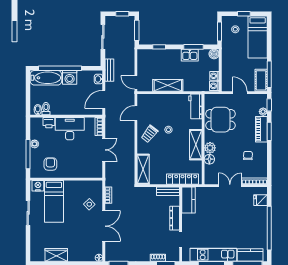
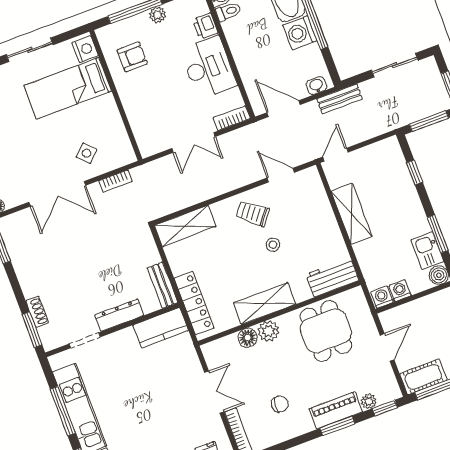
kitchen sink: (190, 55) -> (427, 251), moved

